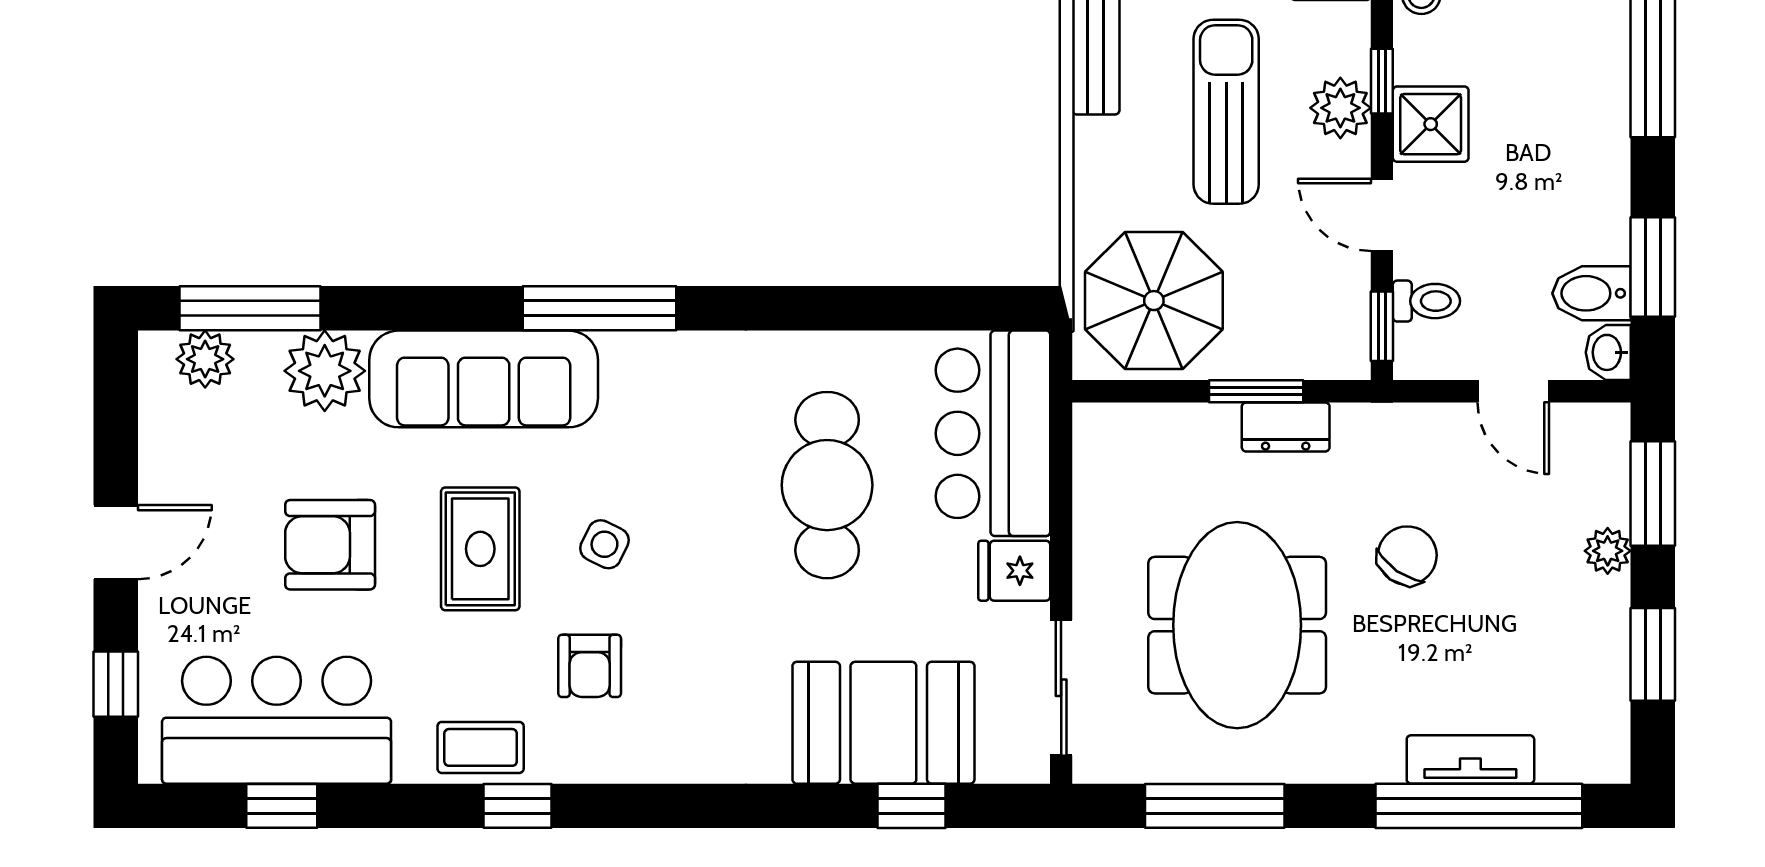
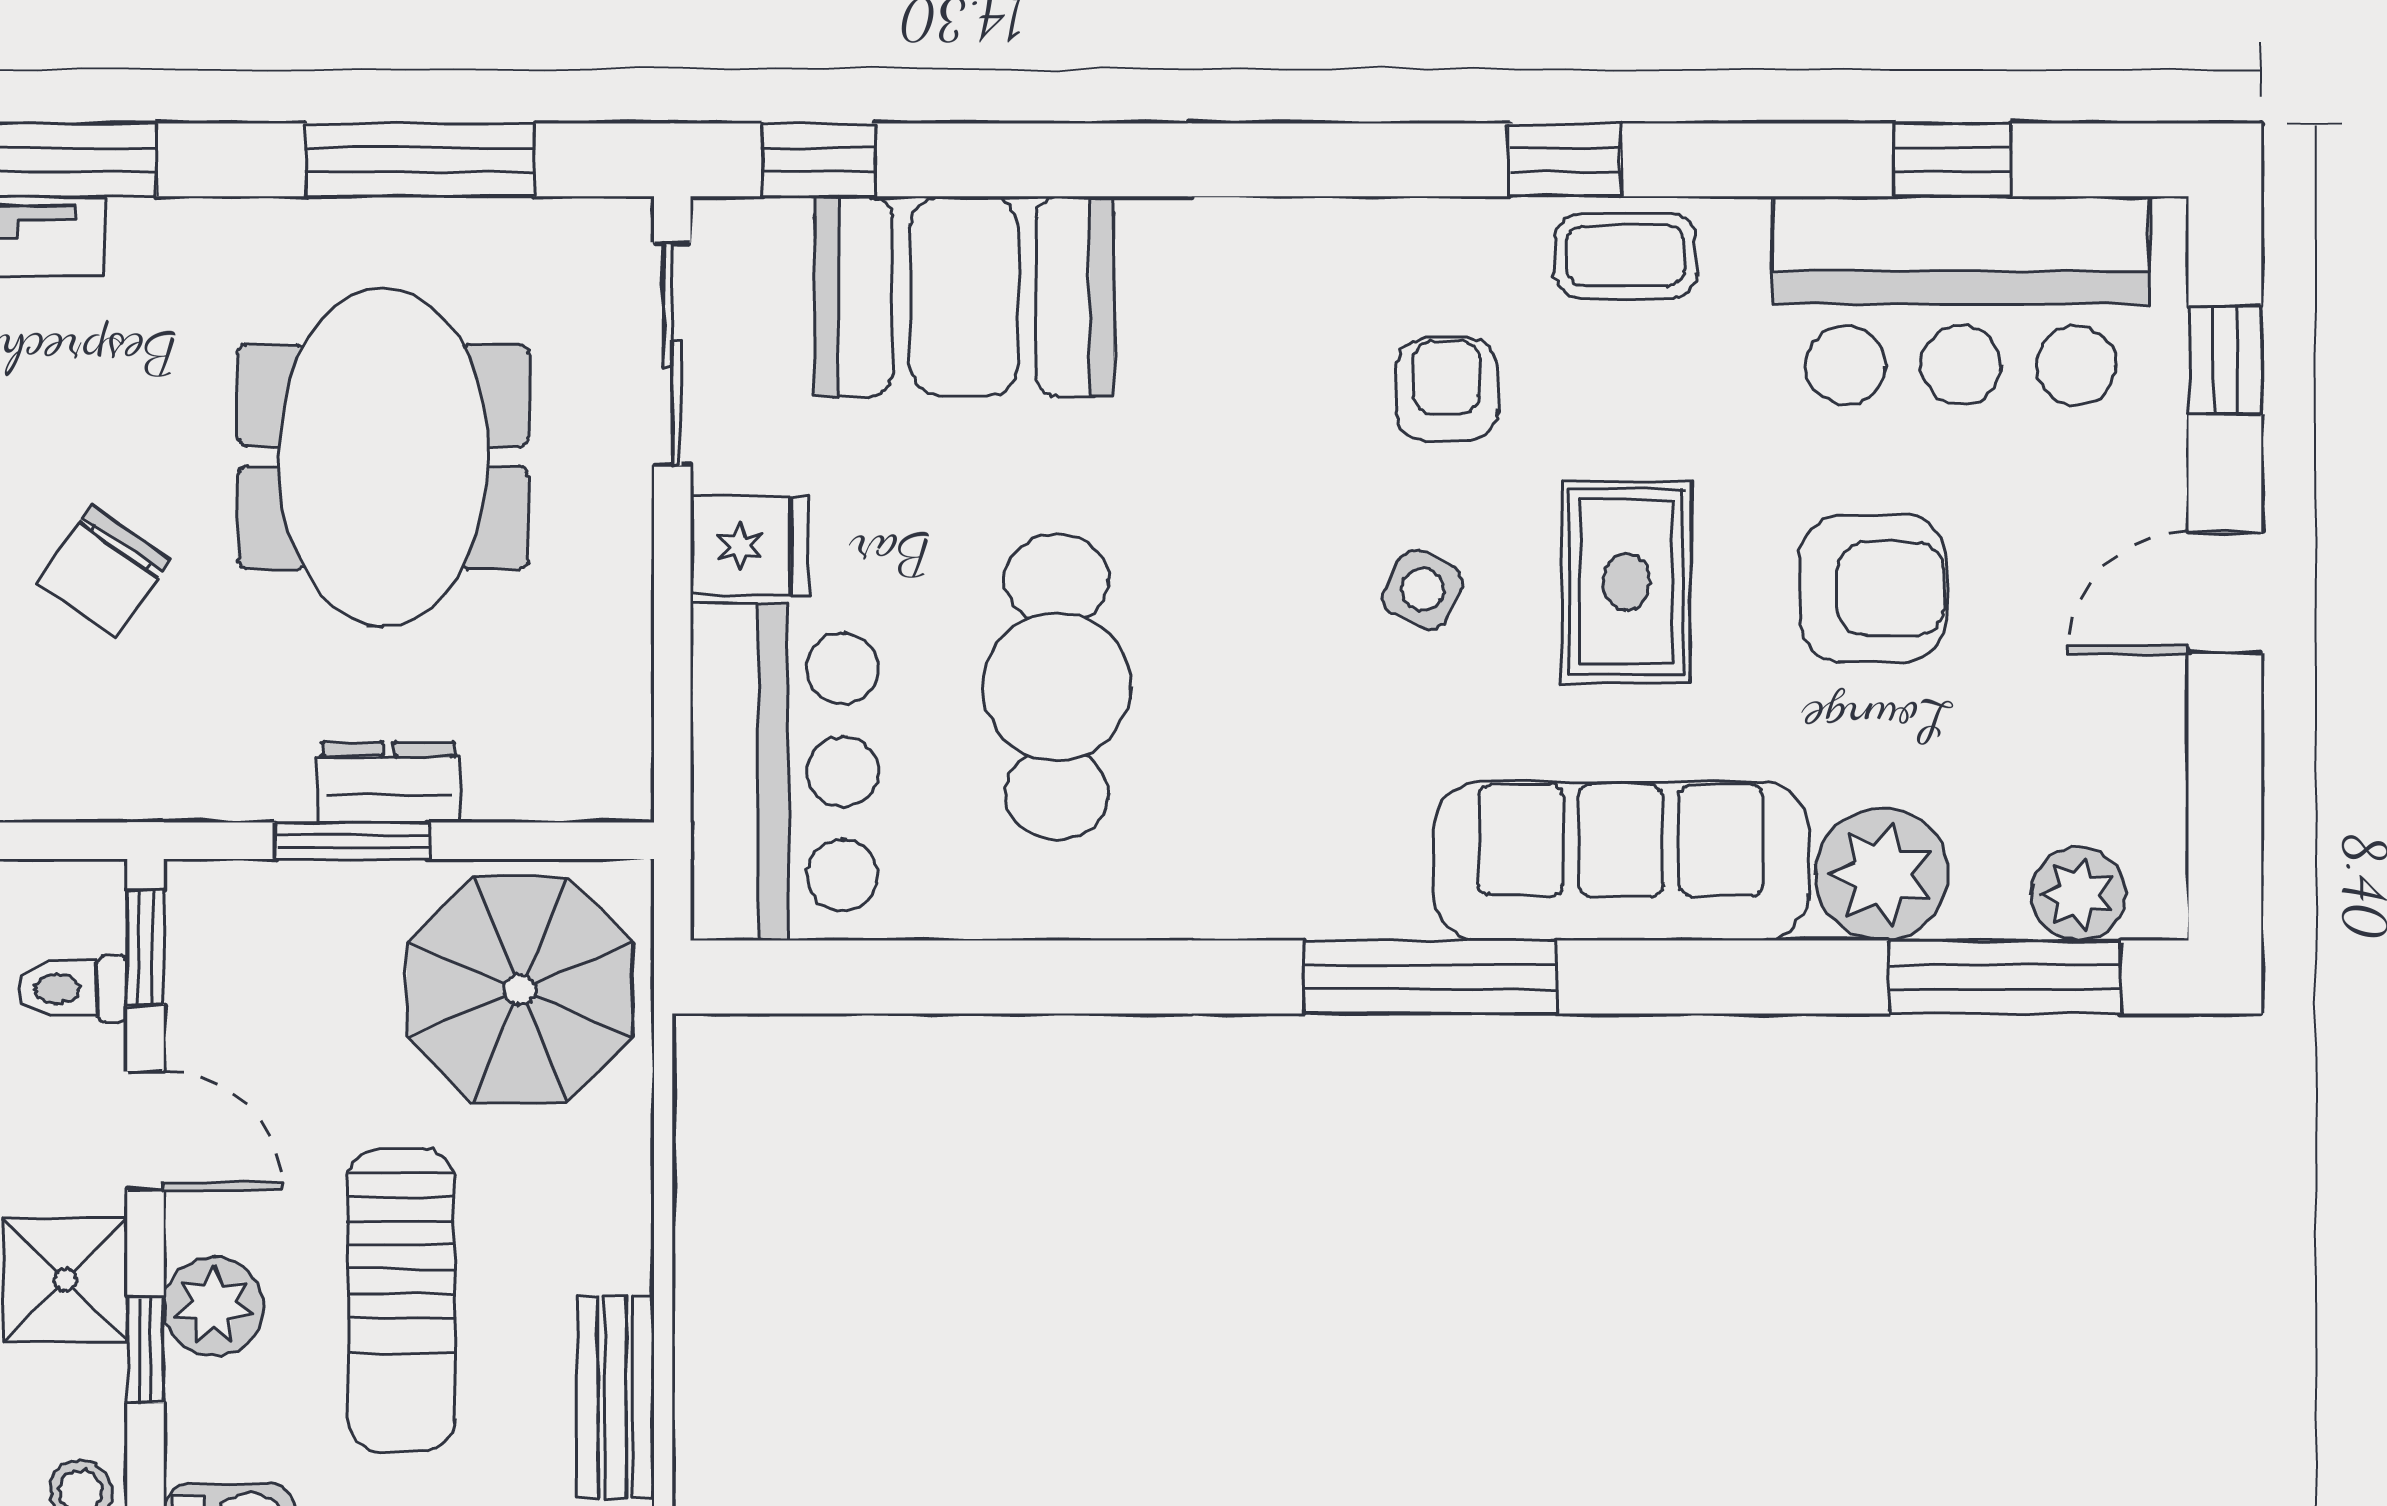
dresser: (1286, 427) -> (388, 782), moved
window: (911, 806) -> (818, 160), moved

